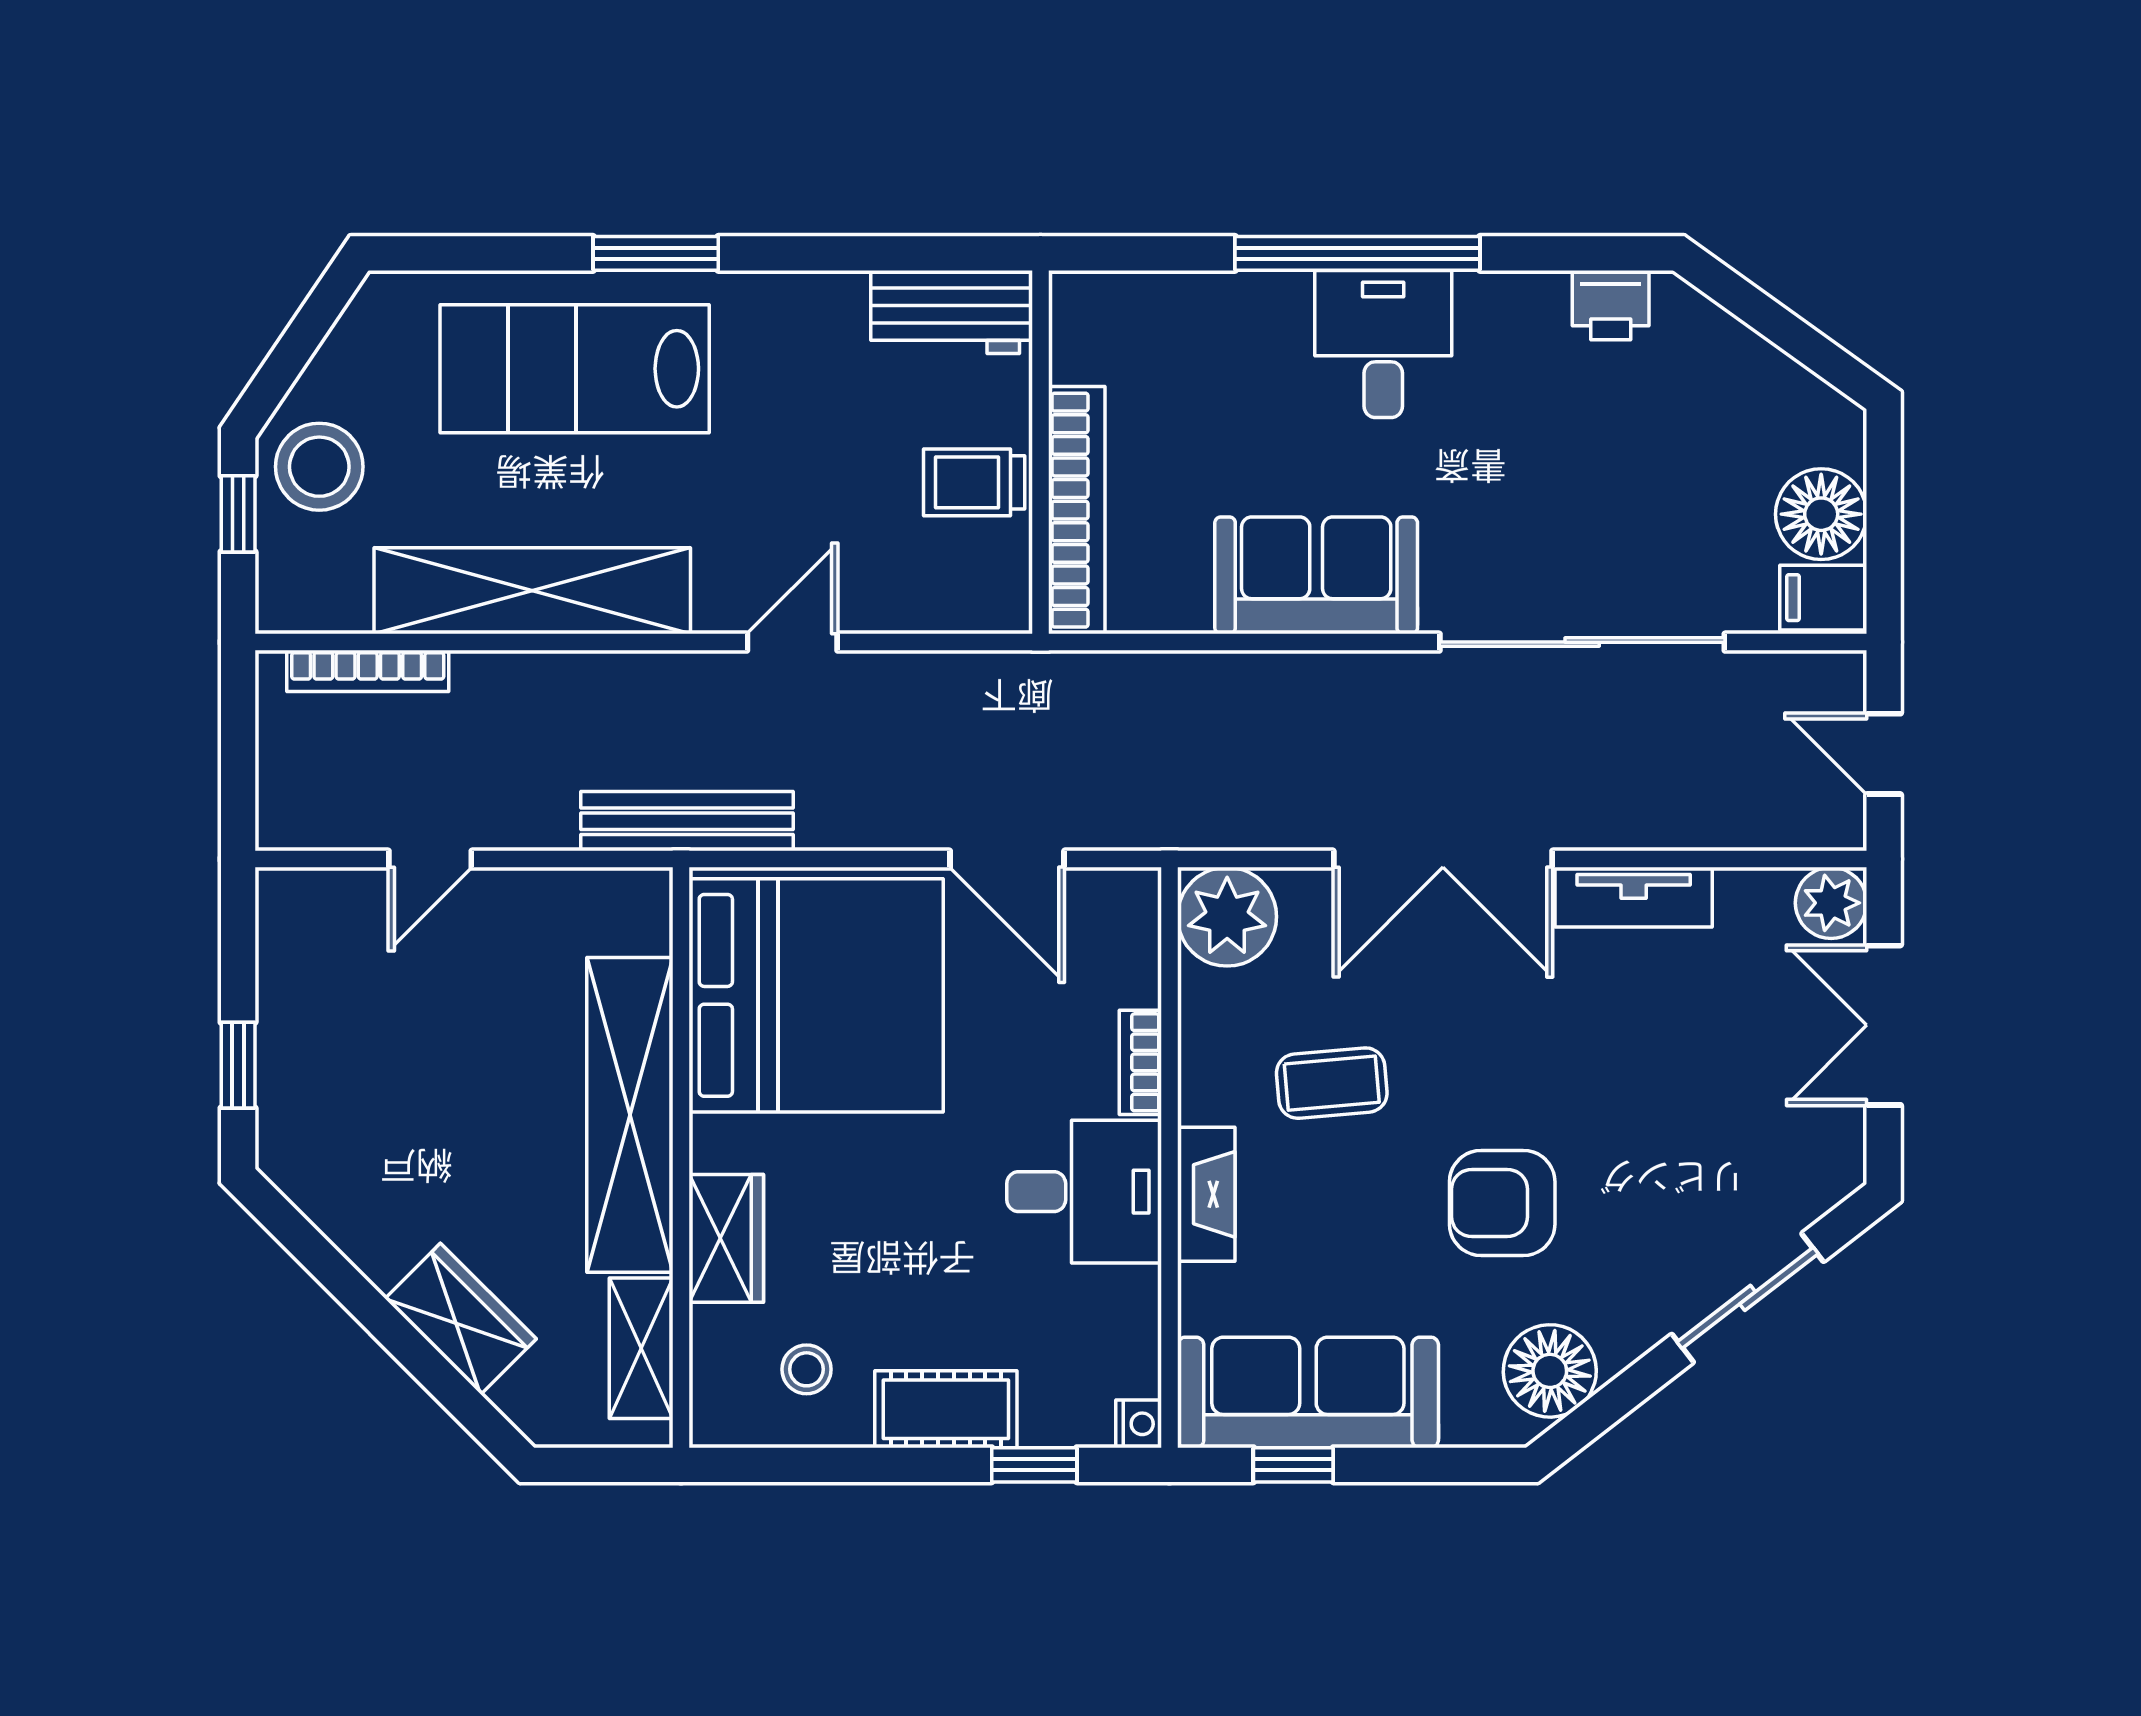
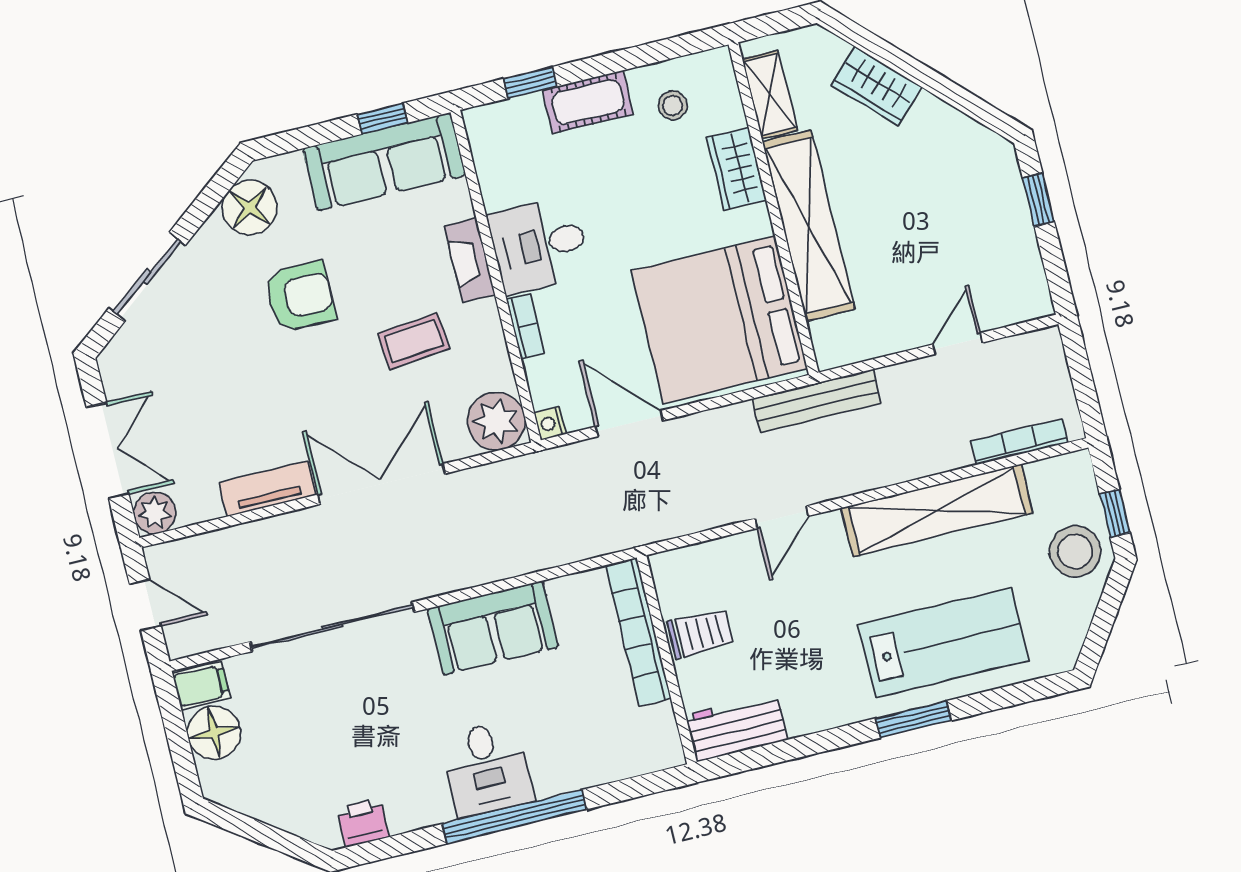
nightstand: (1139, 1424) -> (550, 423), moved

